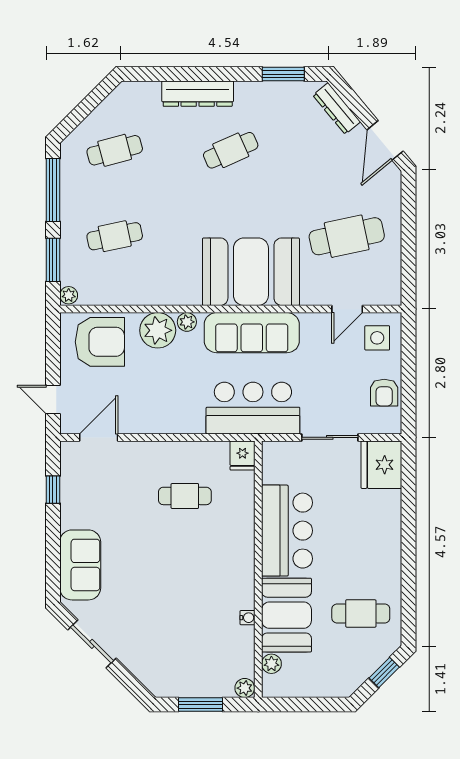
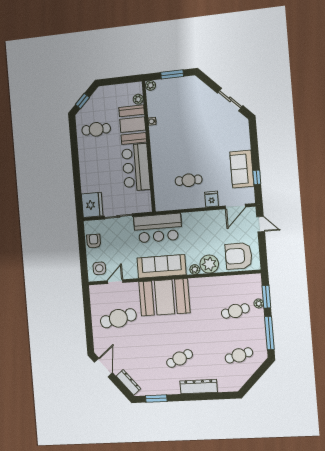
plant: (69, 295) -> (259, 303), moved
fridge: (242, 456) -> (212, 199), moved
sofa: (80, 565) -> (242, 169), moved

